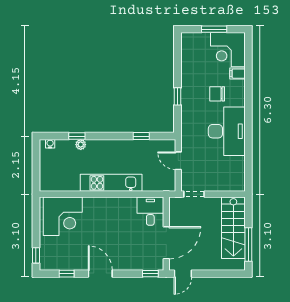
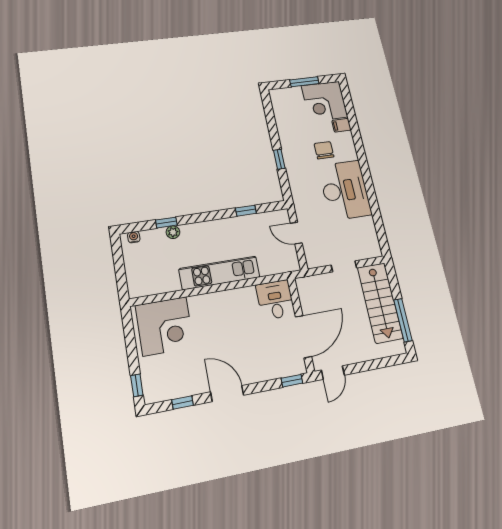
chair: (217, 94) -> (324, 150), turned 90
doorway: (194, 194) -> (344, 266), moved

